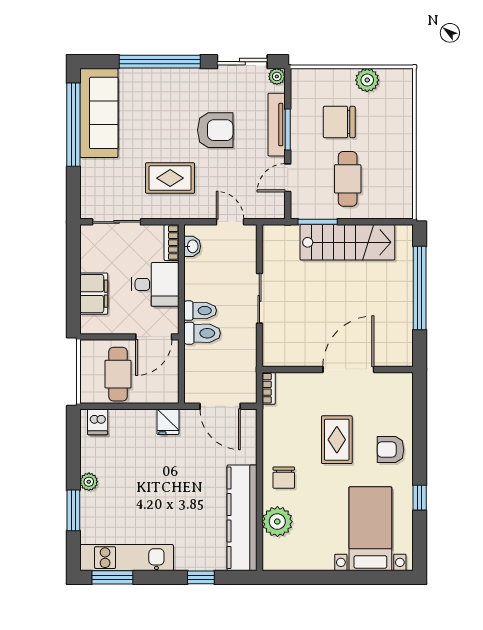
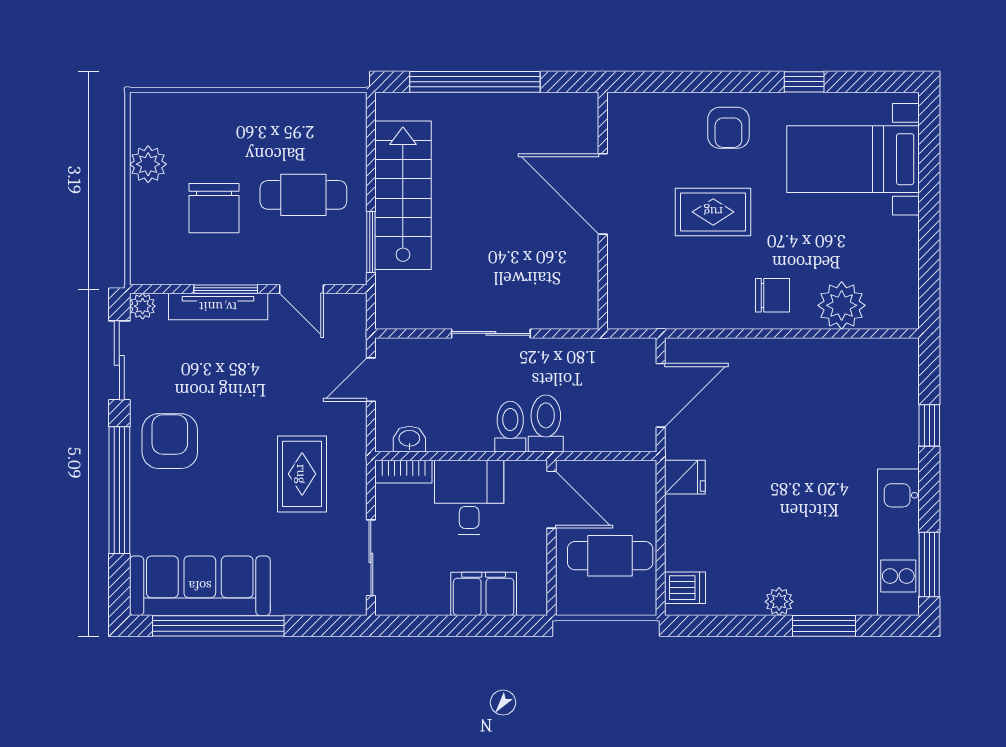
armchair: (215, 130) -> (170, 441), moved
bookcase: (269, 388) -> (632, 319), removed
kitchen counter: (242, 518) -> (836, 361), removed

